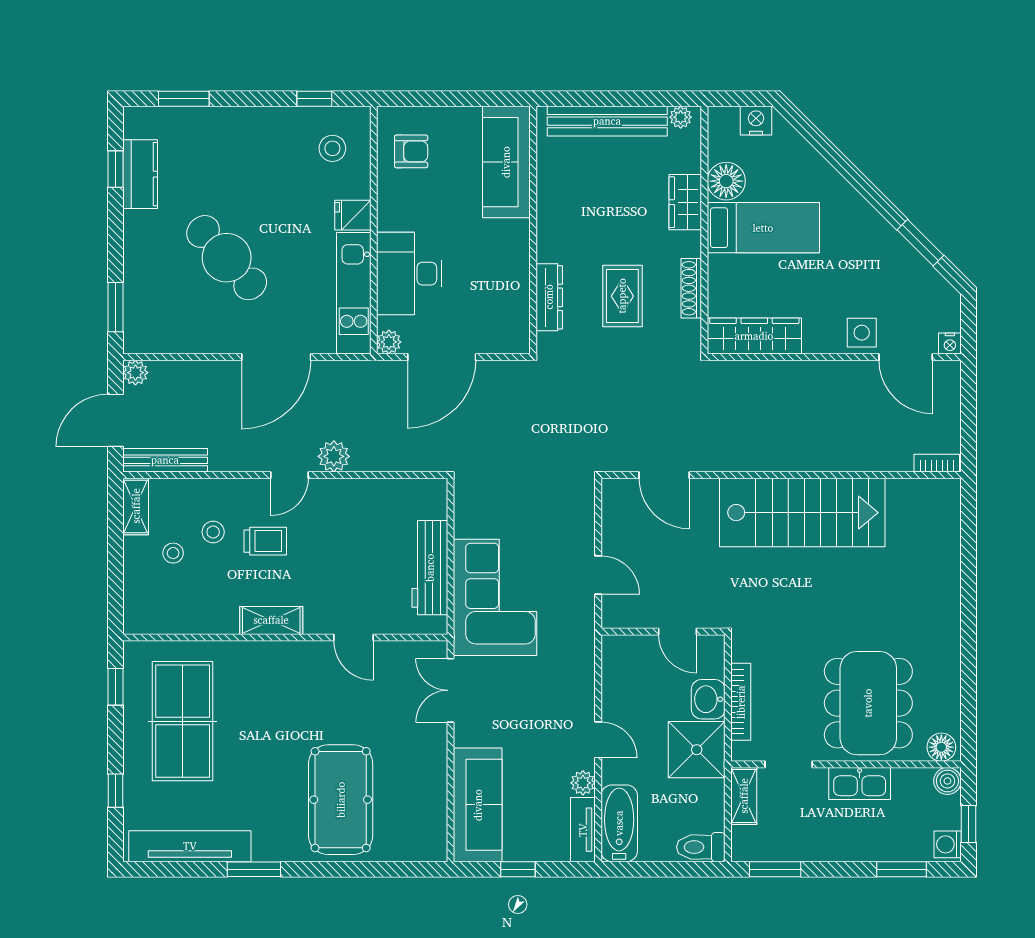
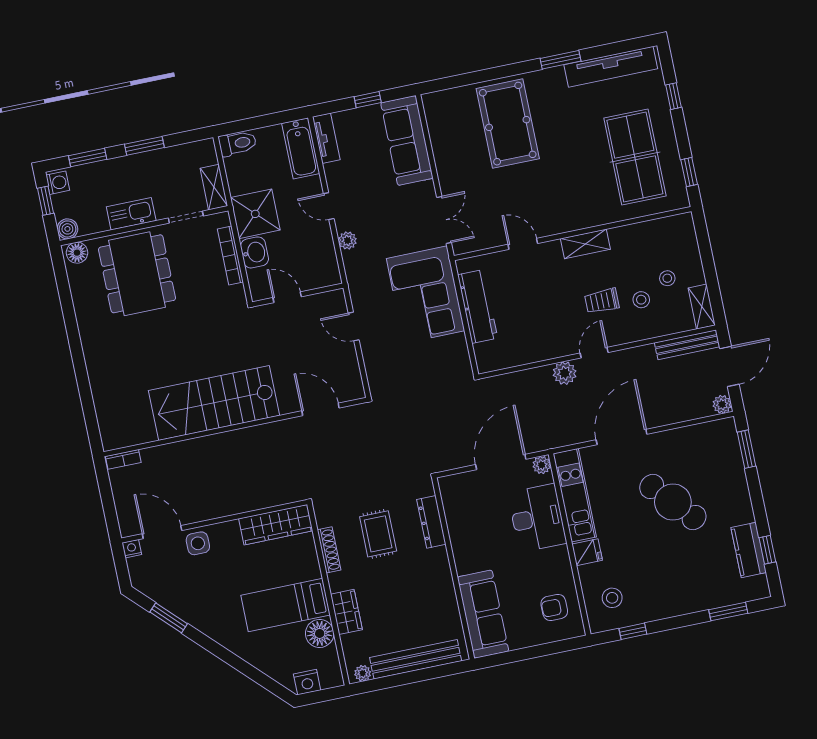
plant: (583, 783) -> (347, 241), moved
window: (775, 869) -> (144, 146), moved

